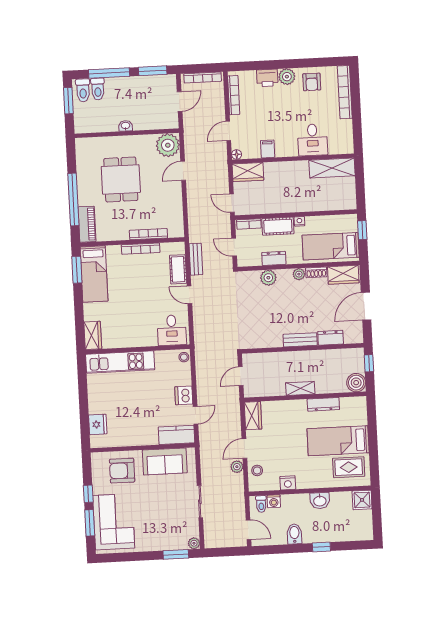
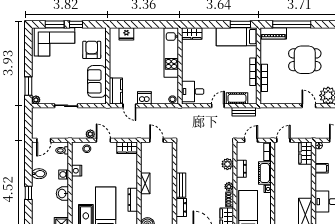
washing machine: (274, 501) -> (64, 174), moved

